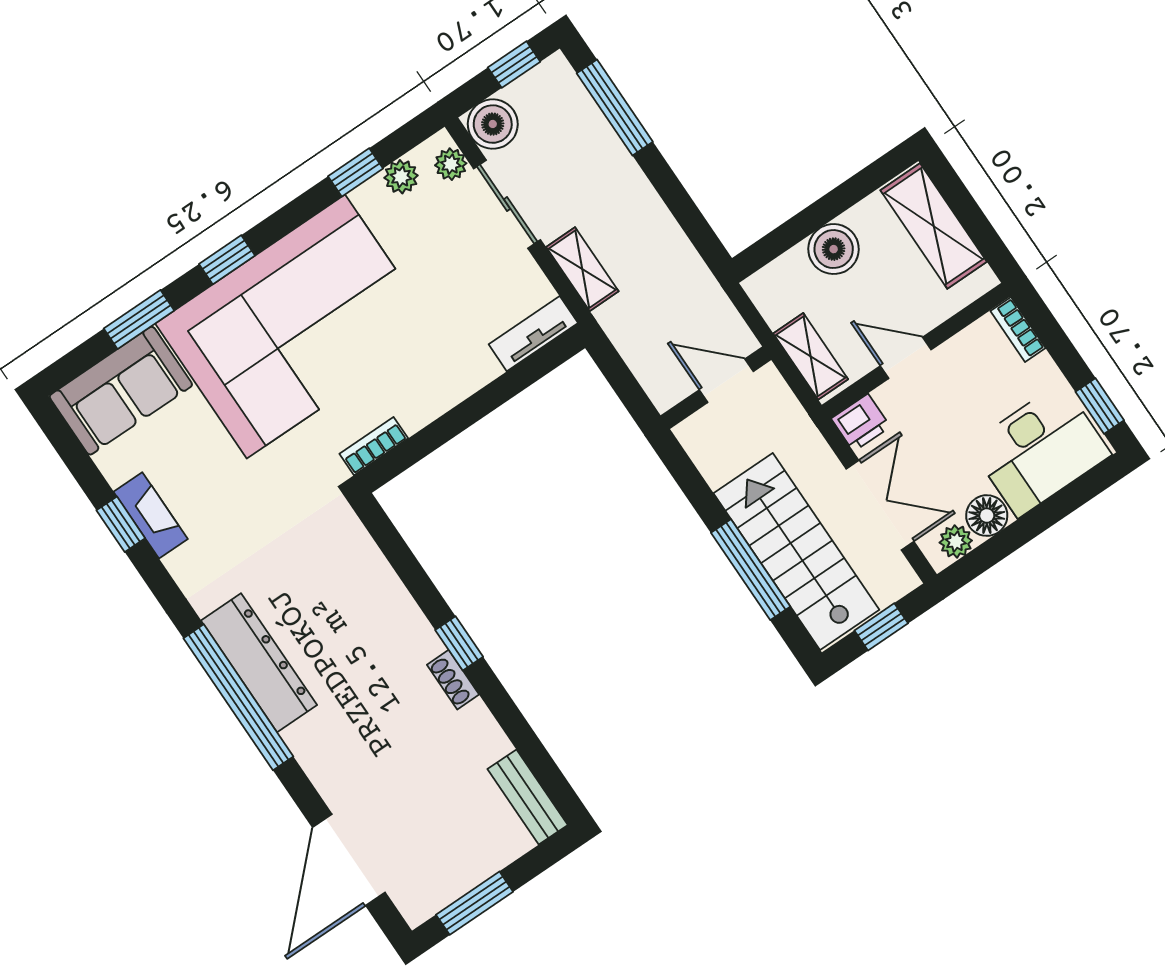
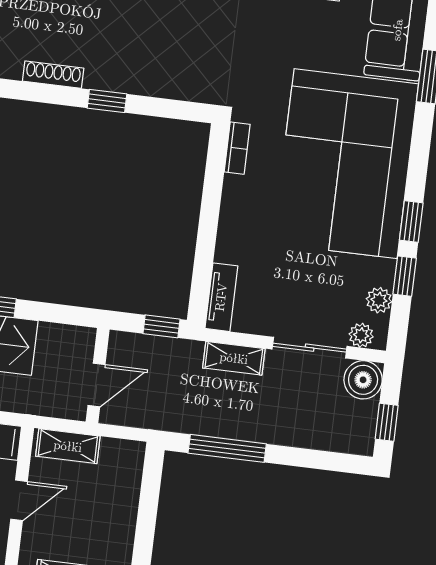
window: (615, 107) -> (227, 448), moved
boiler: (834, 249) -> (118, 514), removed
window: (227, 260) -> (411, 221), moved
window: (613, 367) -> (161, 326), added
window: (459, 643) -> (107, 101), moved
shoe rack: (453, 680) -> (53, 75), width x1.43

